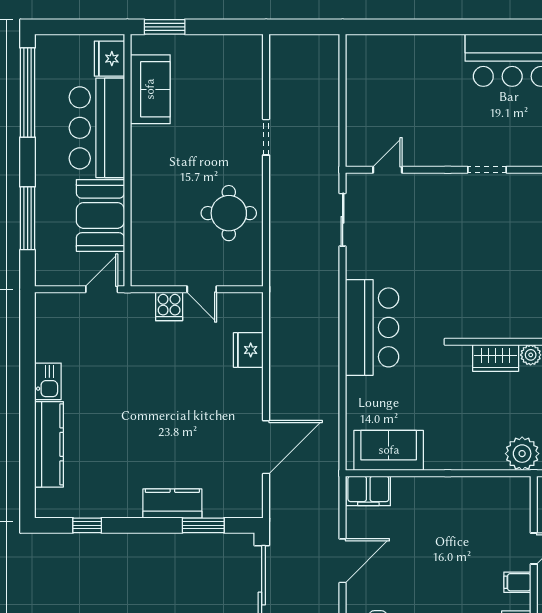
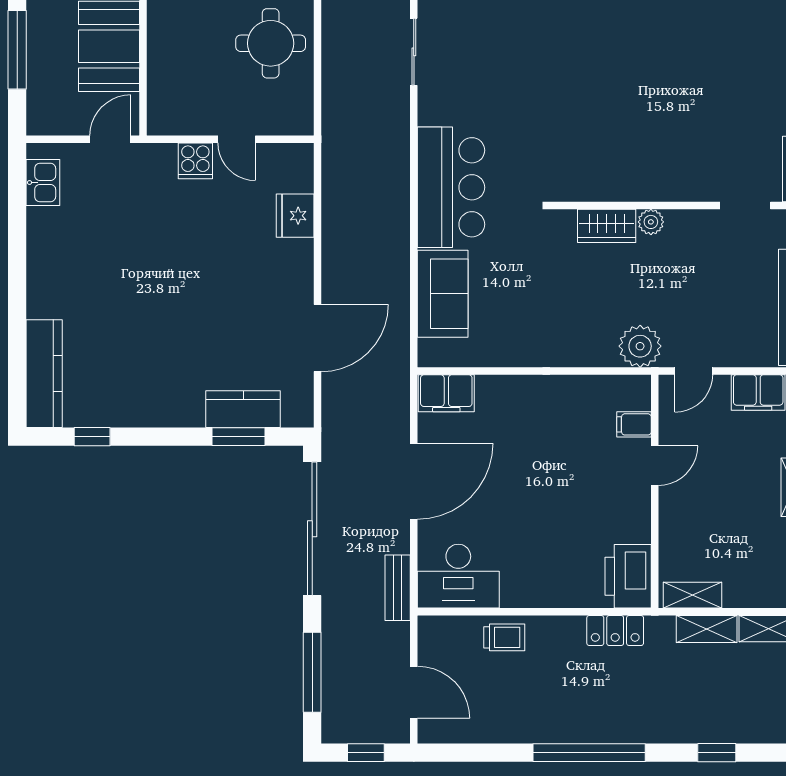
kitchen sink: (48, 381) -> (43, 183), moved
kitchen counter: (49, 444) -> (44, 374), moved
sofa: (389, 450) -> (443, 294), moved, turned 90
kitchen counter: (172, 503) -> (243, 409), moved
door: (343, 561) -> (414, 481), width x1.36
filing cabinet: (517, 582) -> (634, 424), moved

